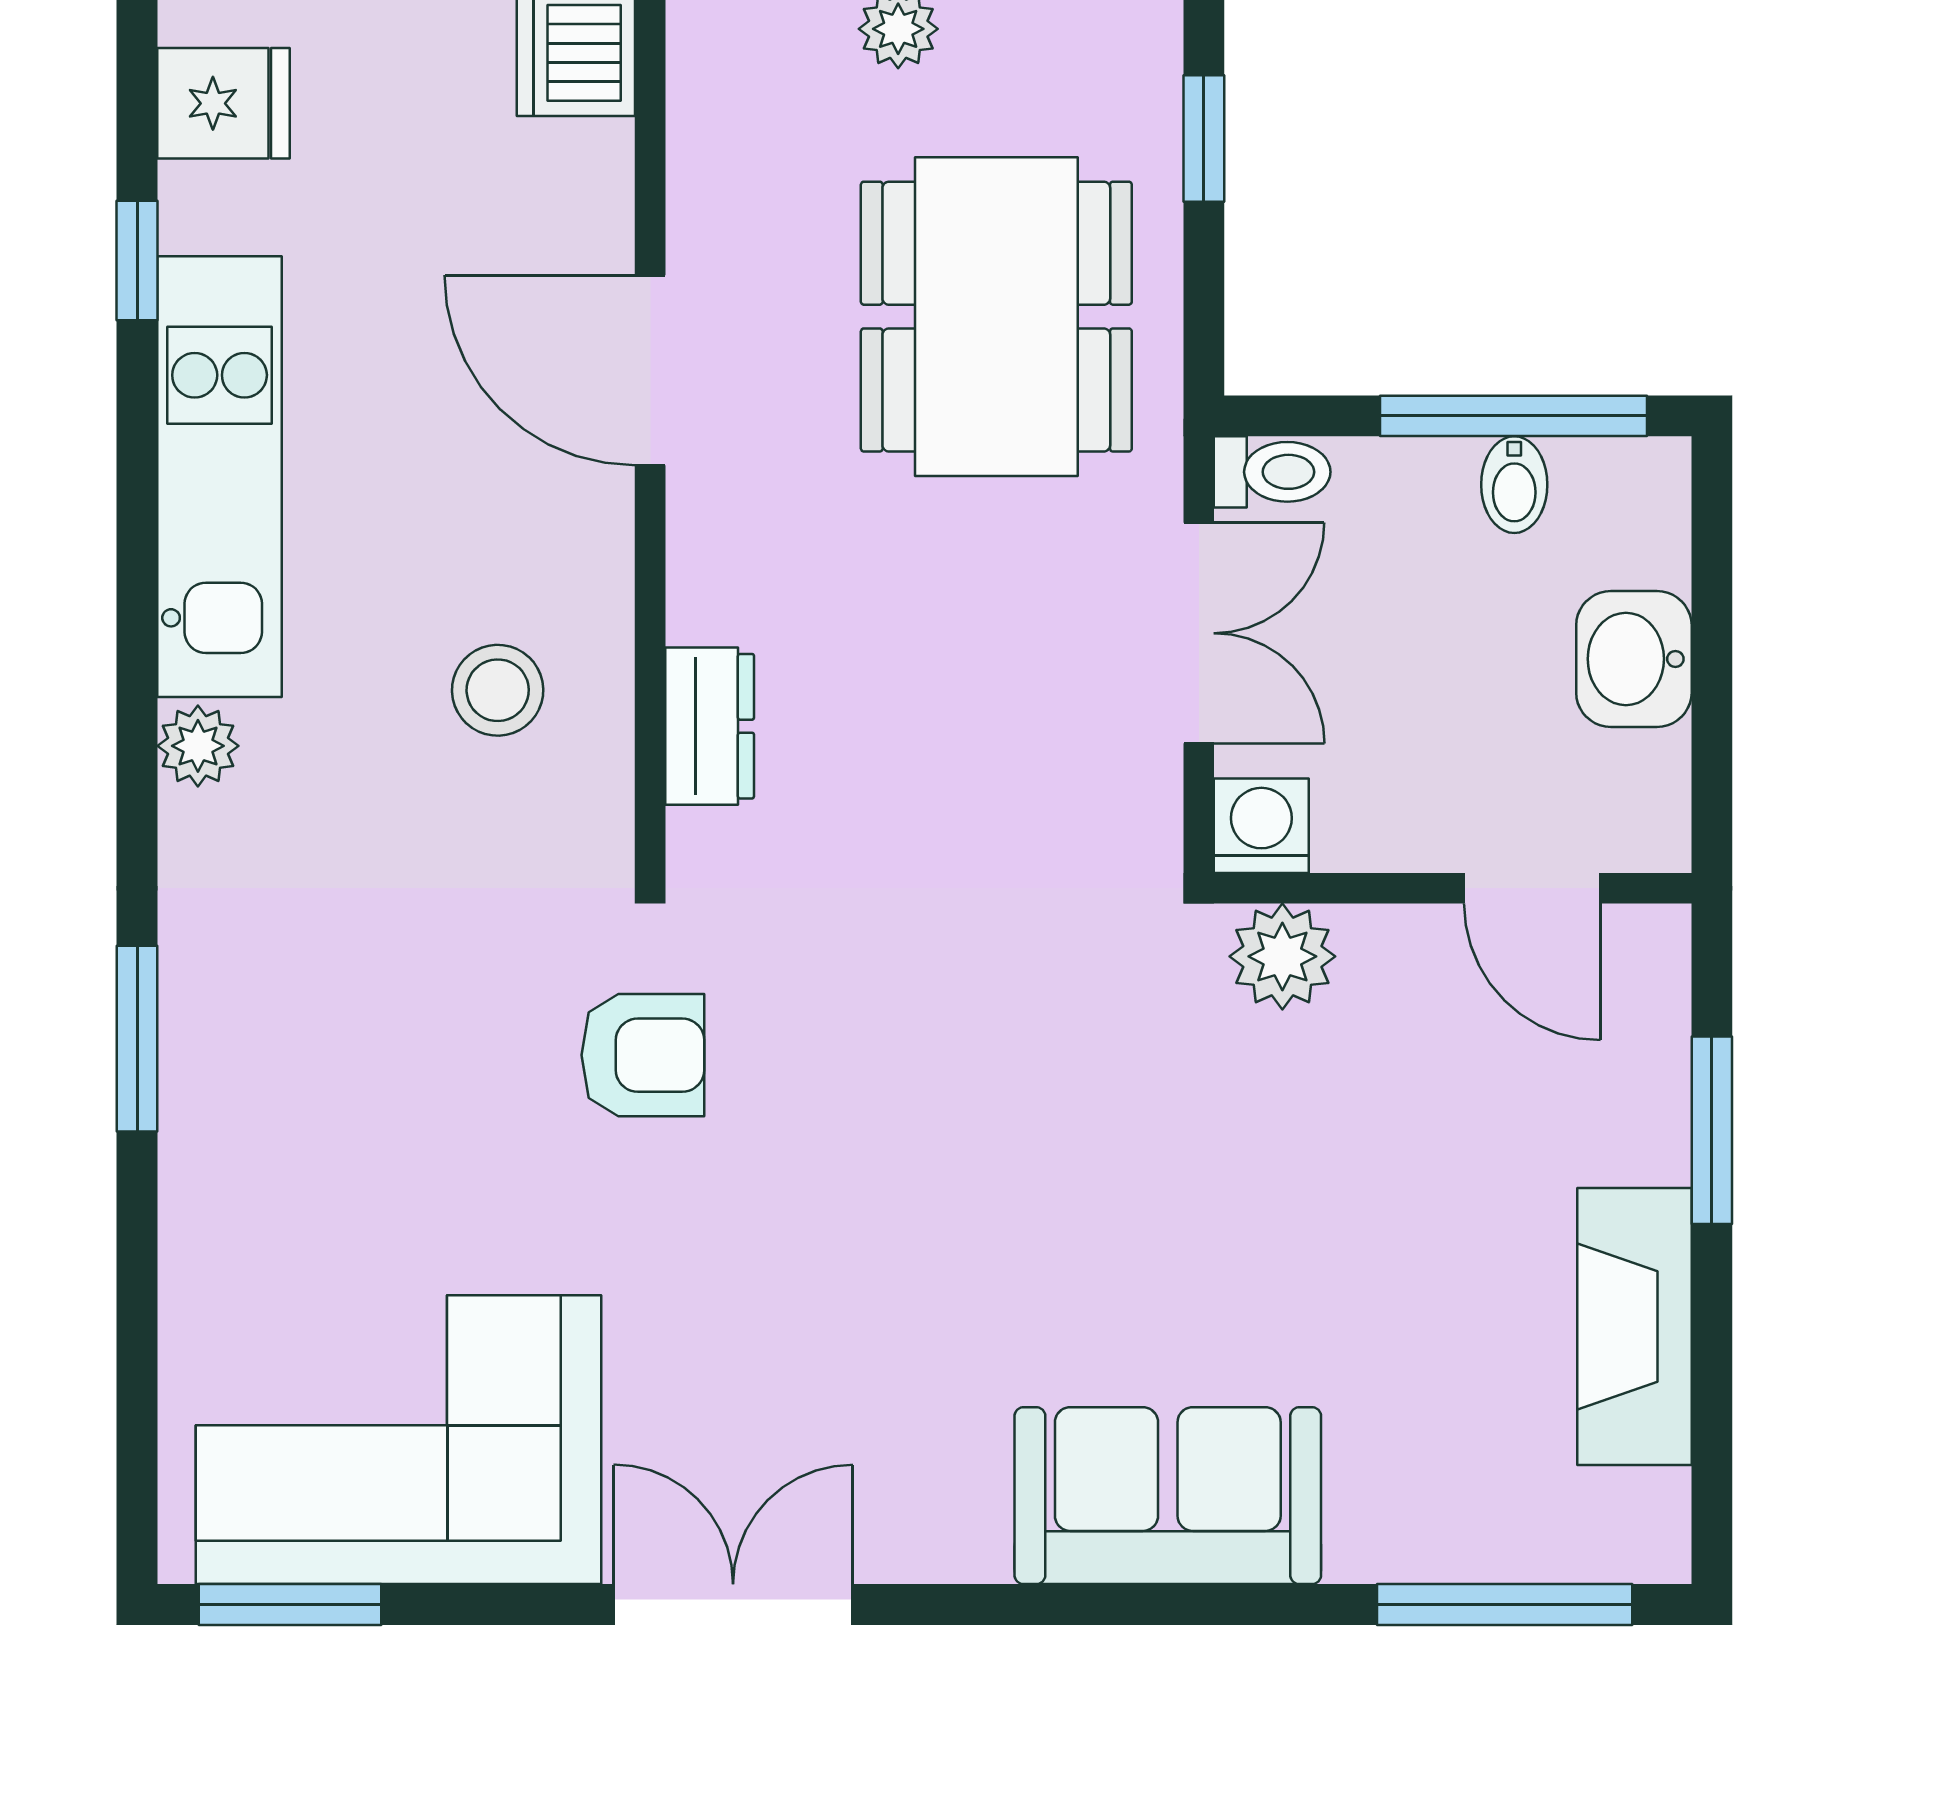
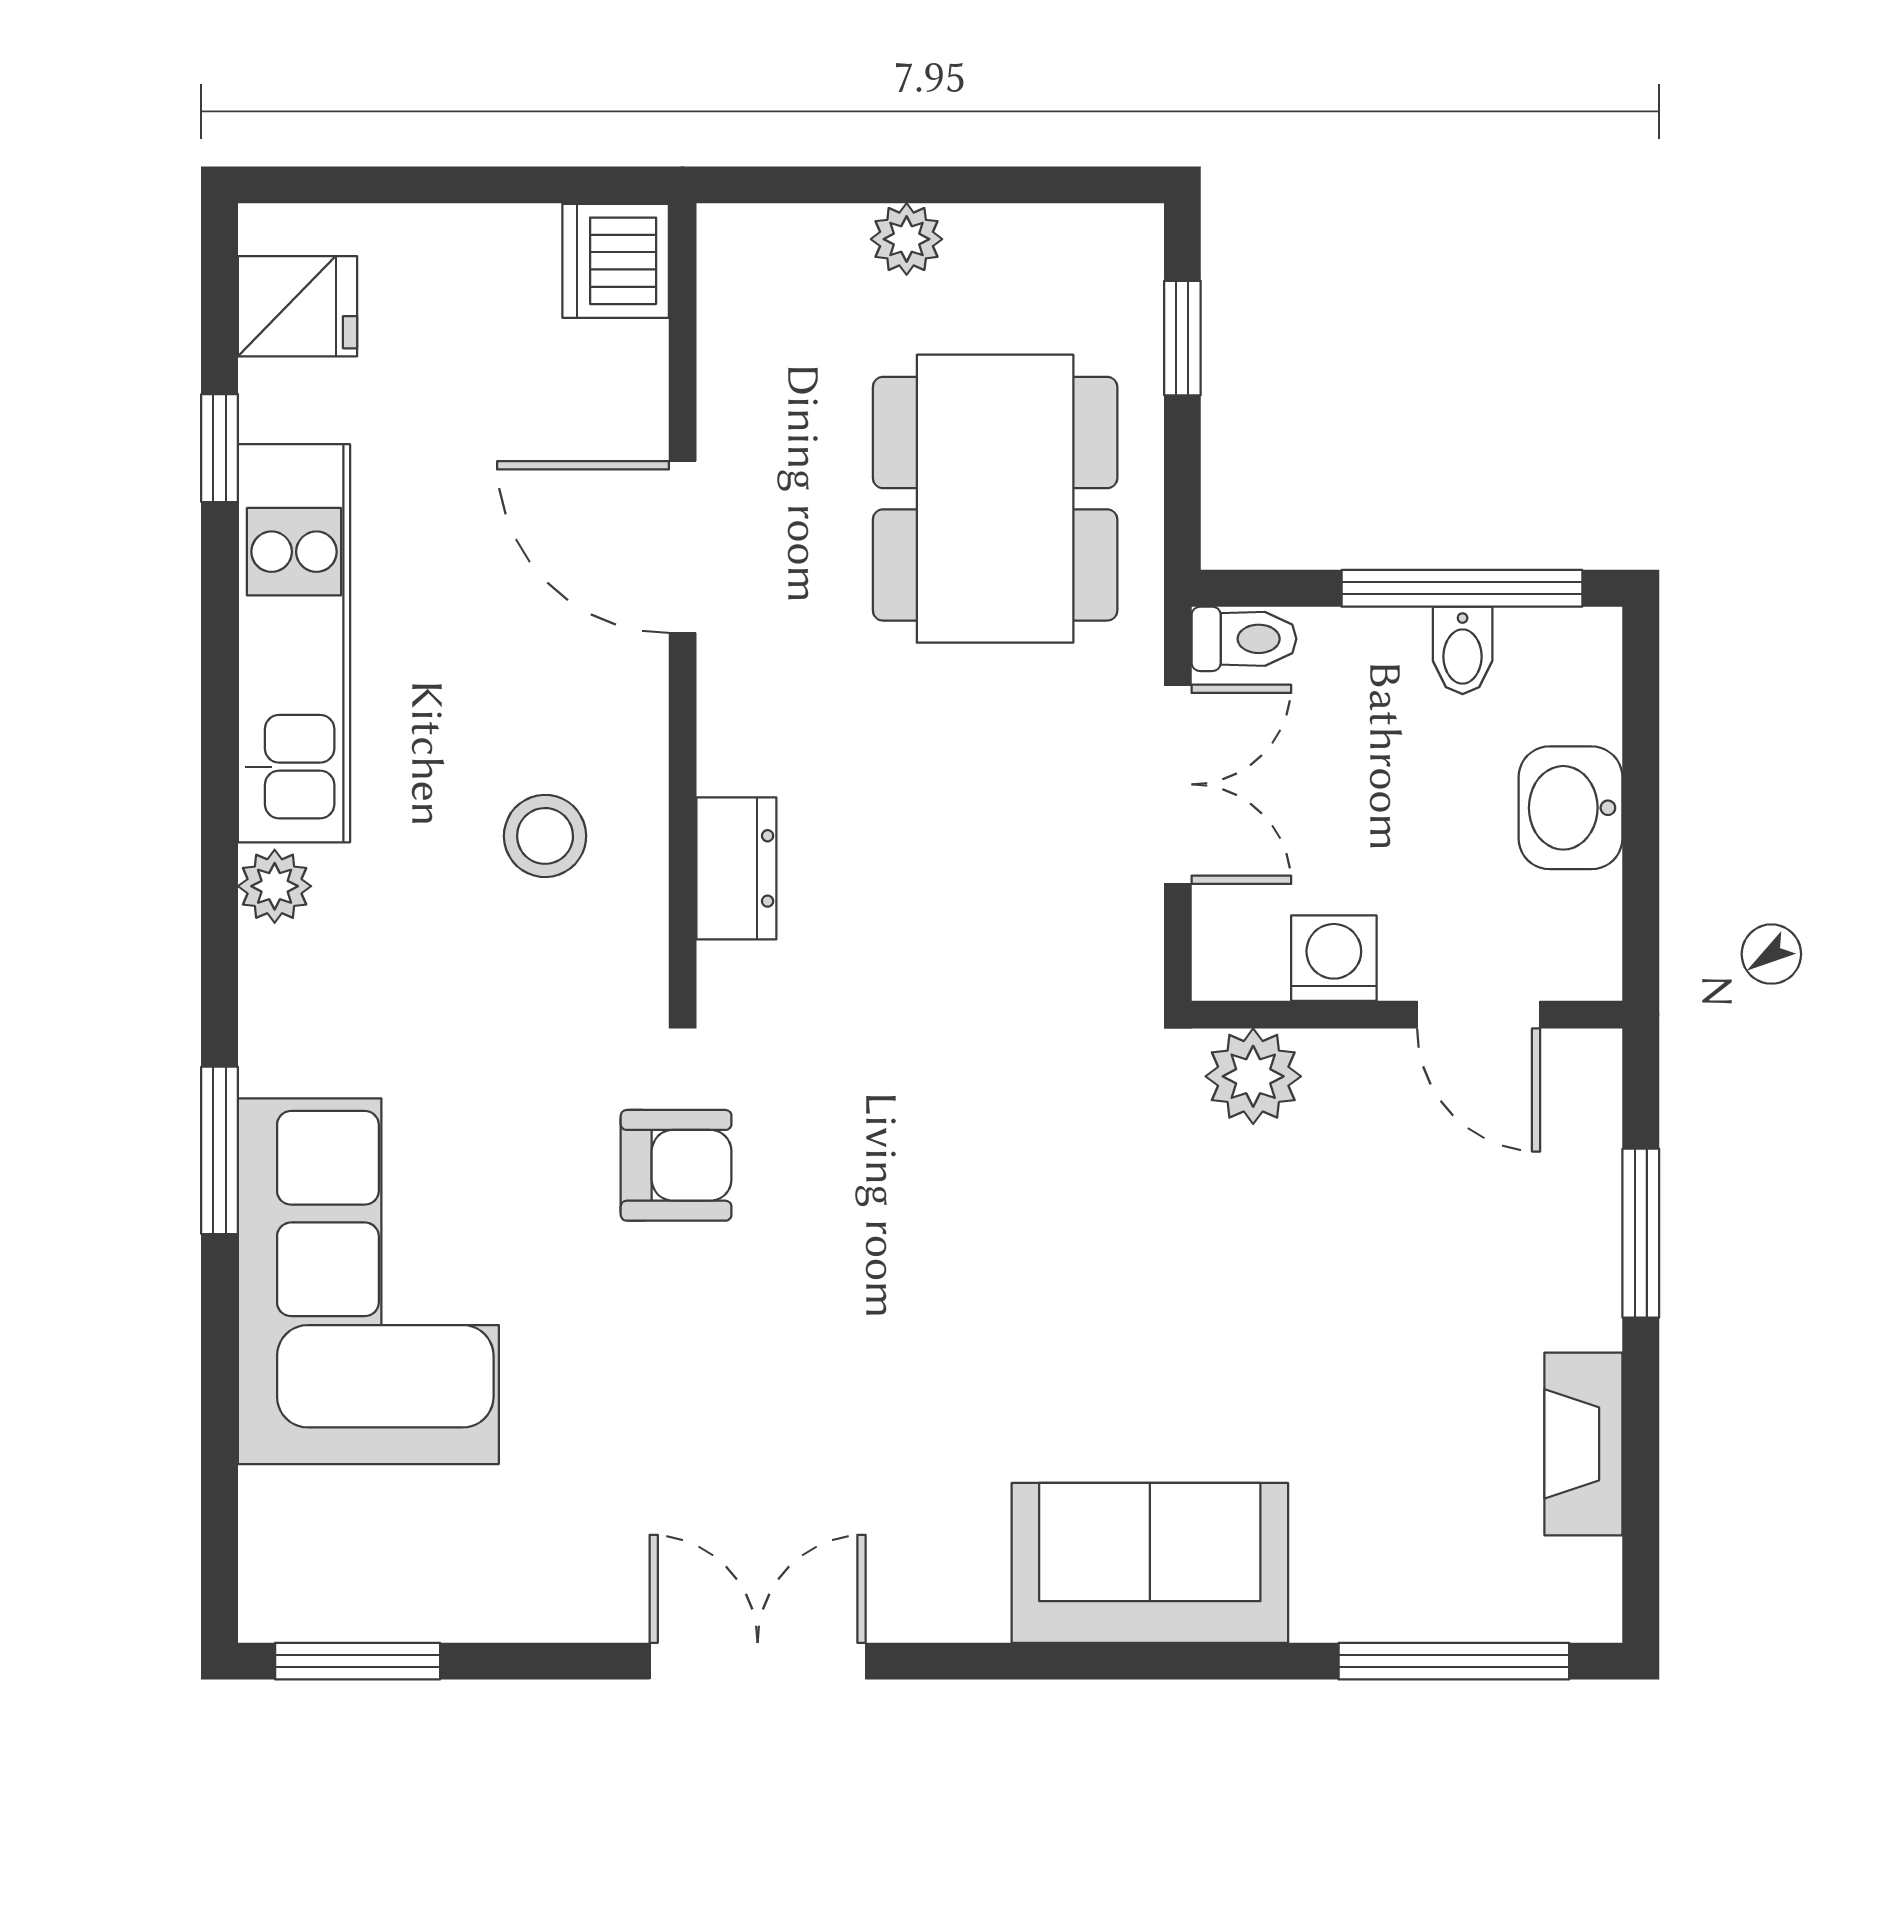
washing machine: (1261, 826) -> (1334, 958), moved
fireplace: (1634, 1326) -> (1583, 1444), width x0.73, depth x0.76
corner sofa: (398, 1440) -> (368, 1281), moved, turned 90

